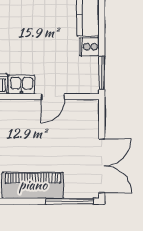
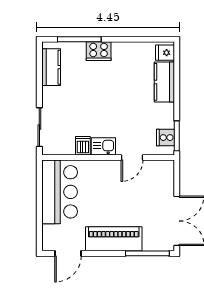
cooker: (89, 47) -> (166, 138), moved

